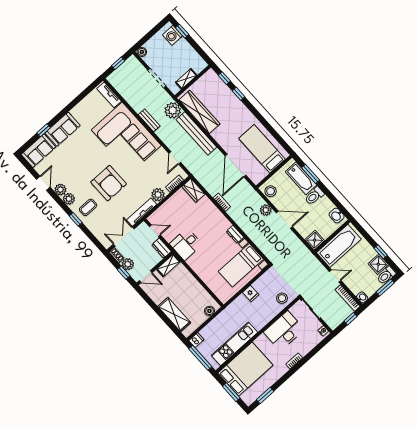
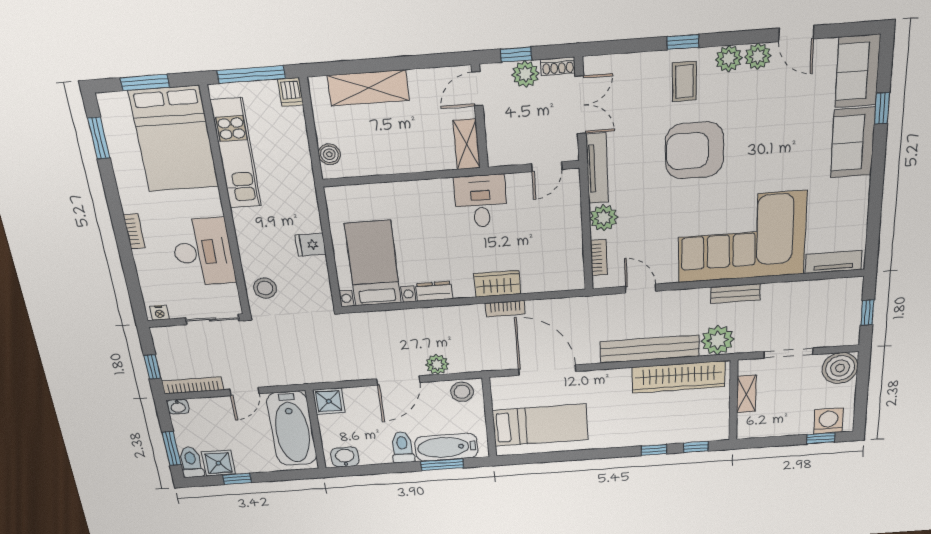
boiler: (142, 52) -> (840, 368), width x1.86, depth x1.86
wardrobe: (193, 190) -> (497, 284), moved
dresser: (161, 248) -> (507, 155), removed

